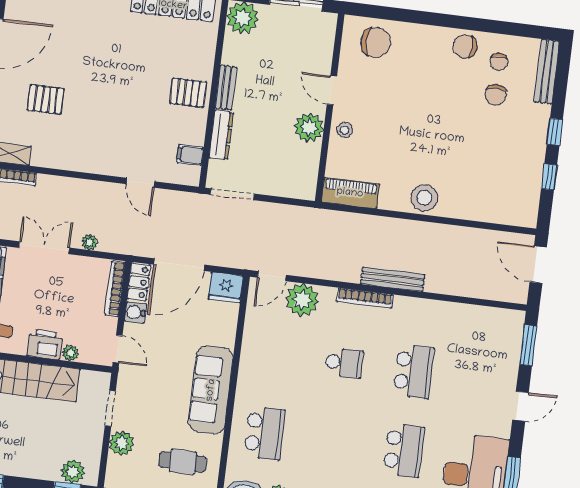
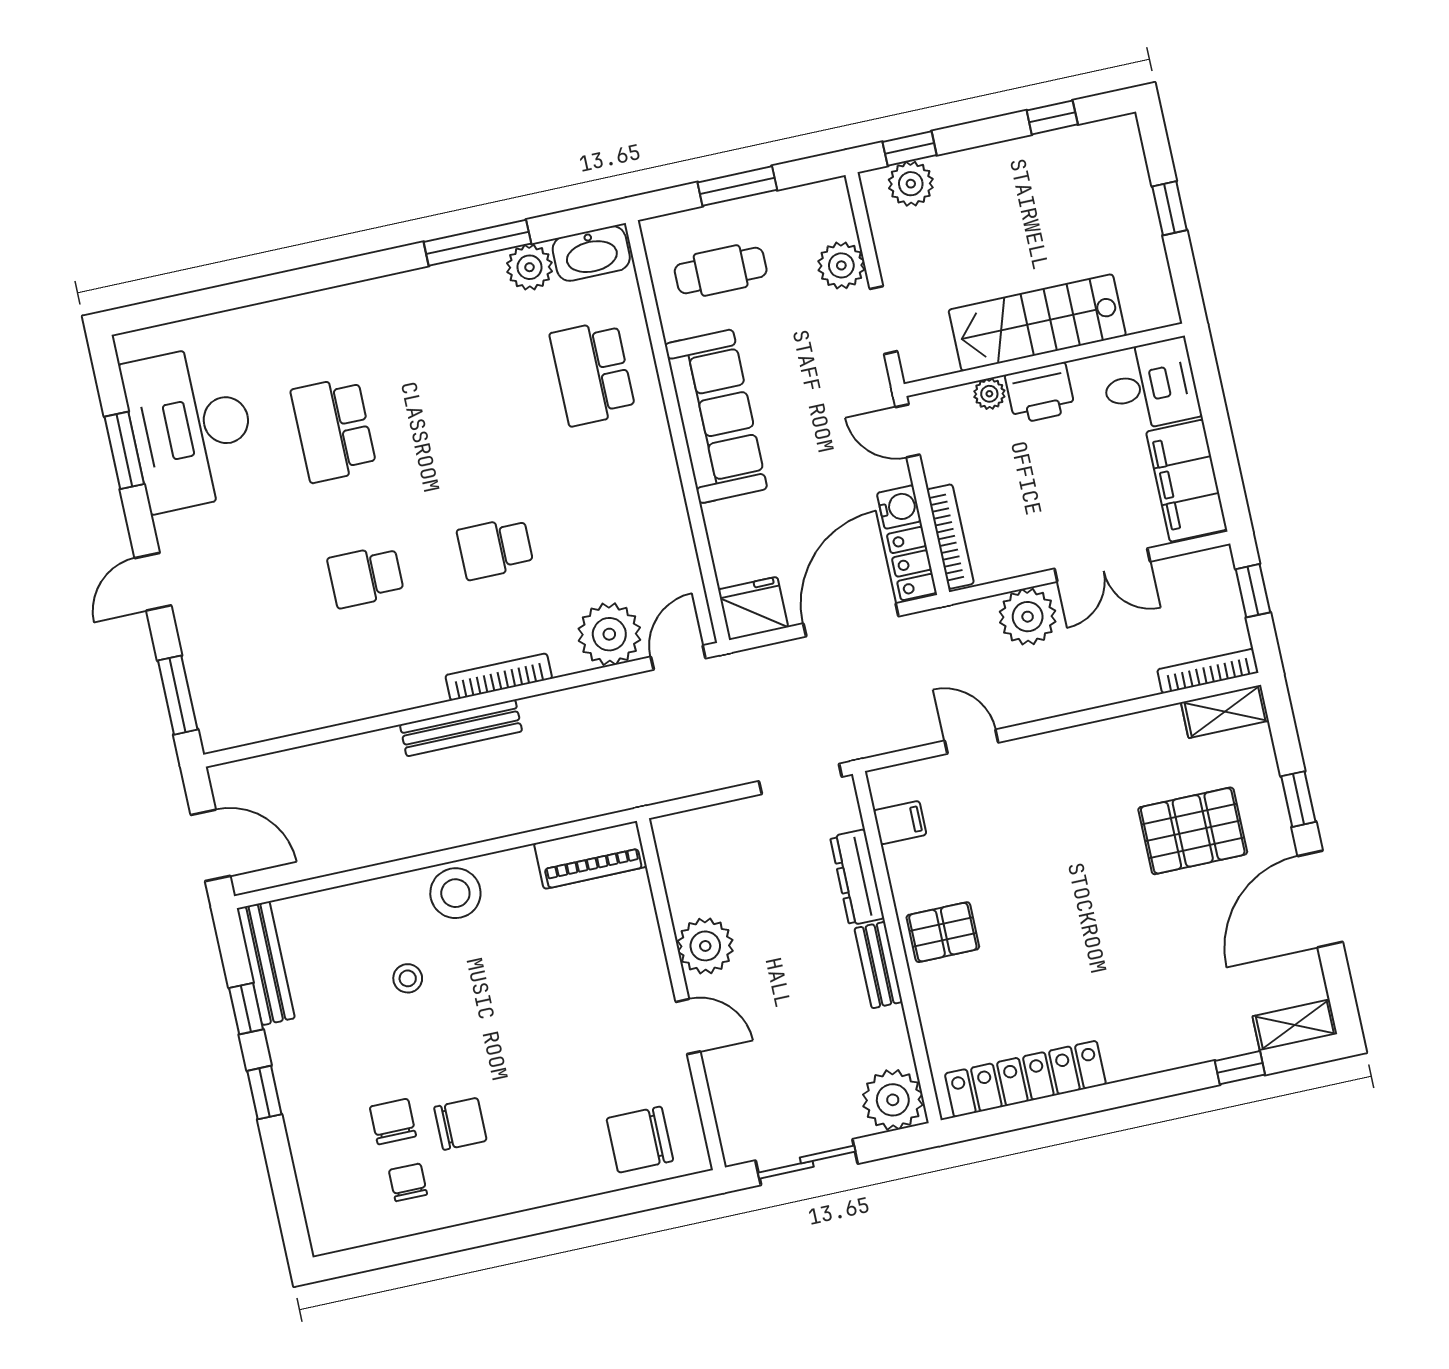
chair: (465, 46) -> (460, 1124), moved
bench: (547, 72) -> (266, 963), moved
pallet: (46, 99) -> (1193, 831), width x1.50, depth x1.42
stool: (345, 130) -> (408, 978), moved
plant: (90, 242) -> (1028, 617), width x1.88, depth x1.88
school desk: (414, 371) -> (366, 576), width x0.54

